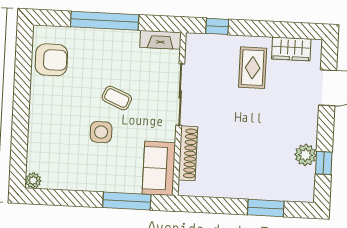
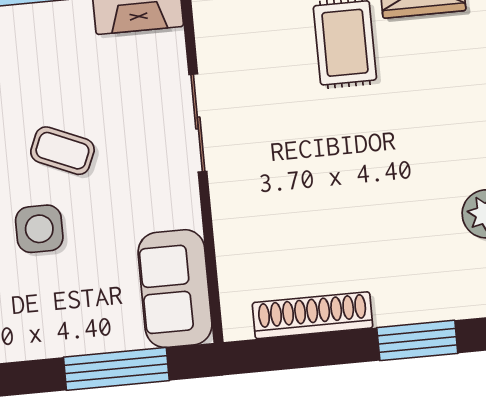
sliding door: (180, 94) -> (198, 123), width x0.73
shoe rack: (188, 153) -> (313, 315), moved, turned -90

